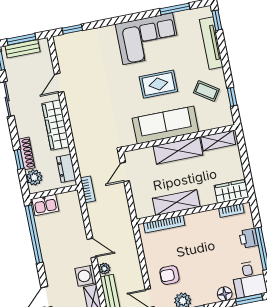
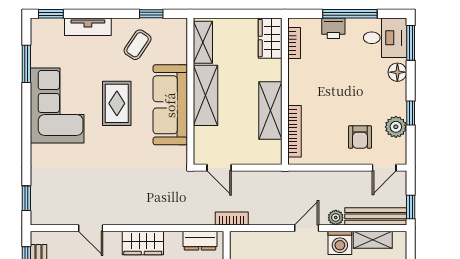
tv unit: (211, 43) -> (88, 27), width x0.71
wardrobe: (56, 125) -> (143, 243), width x0.67

